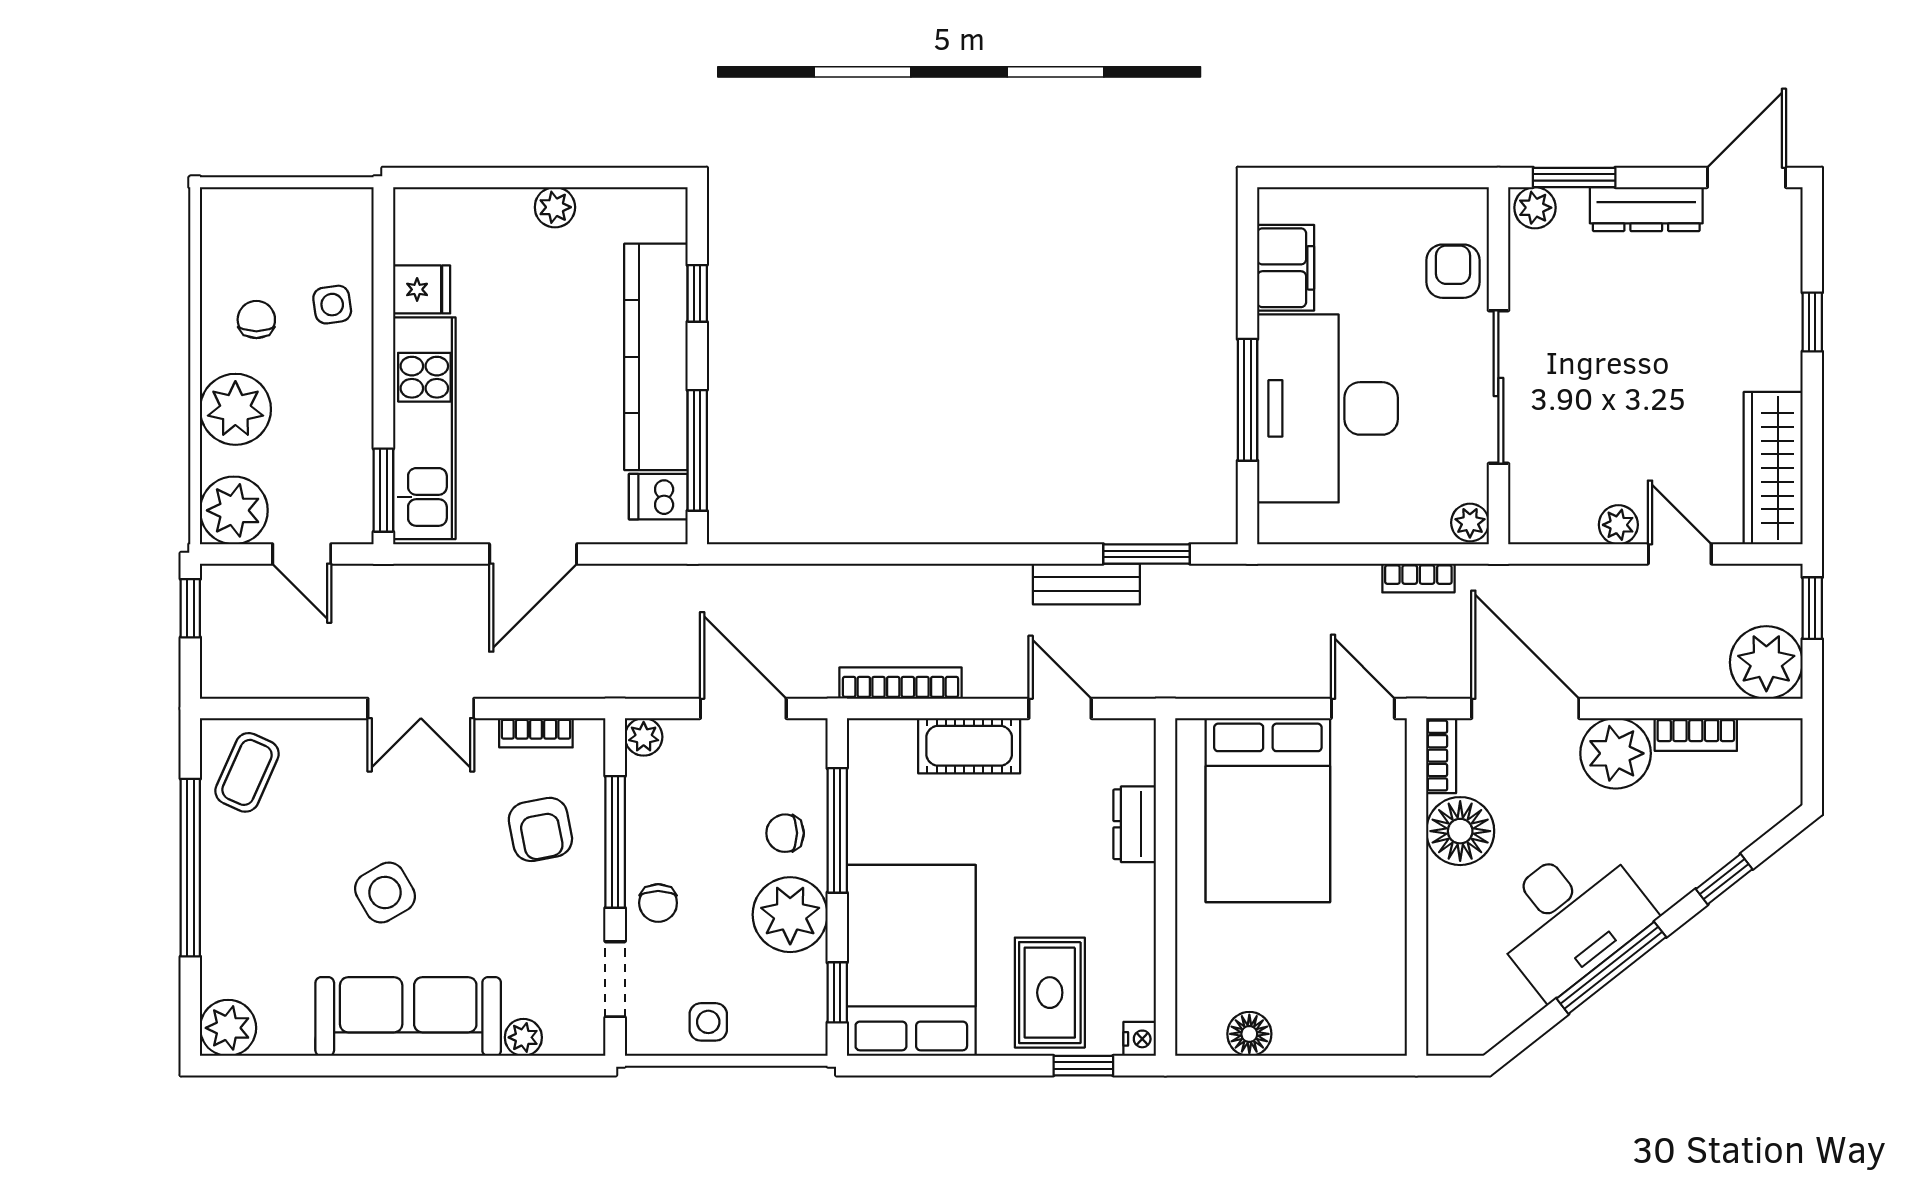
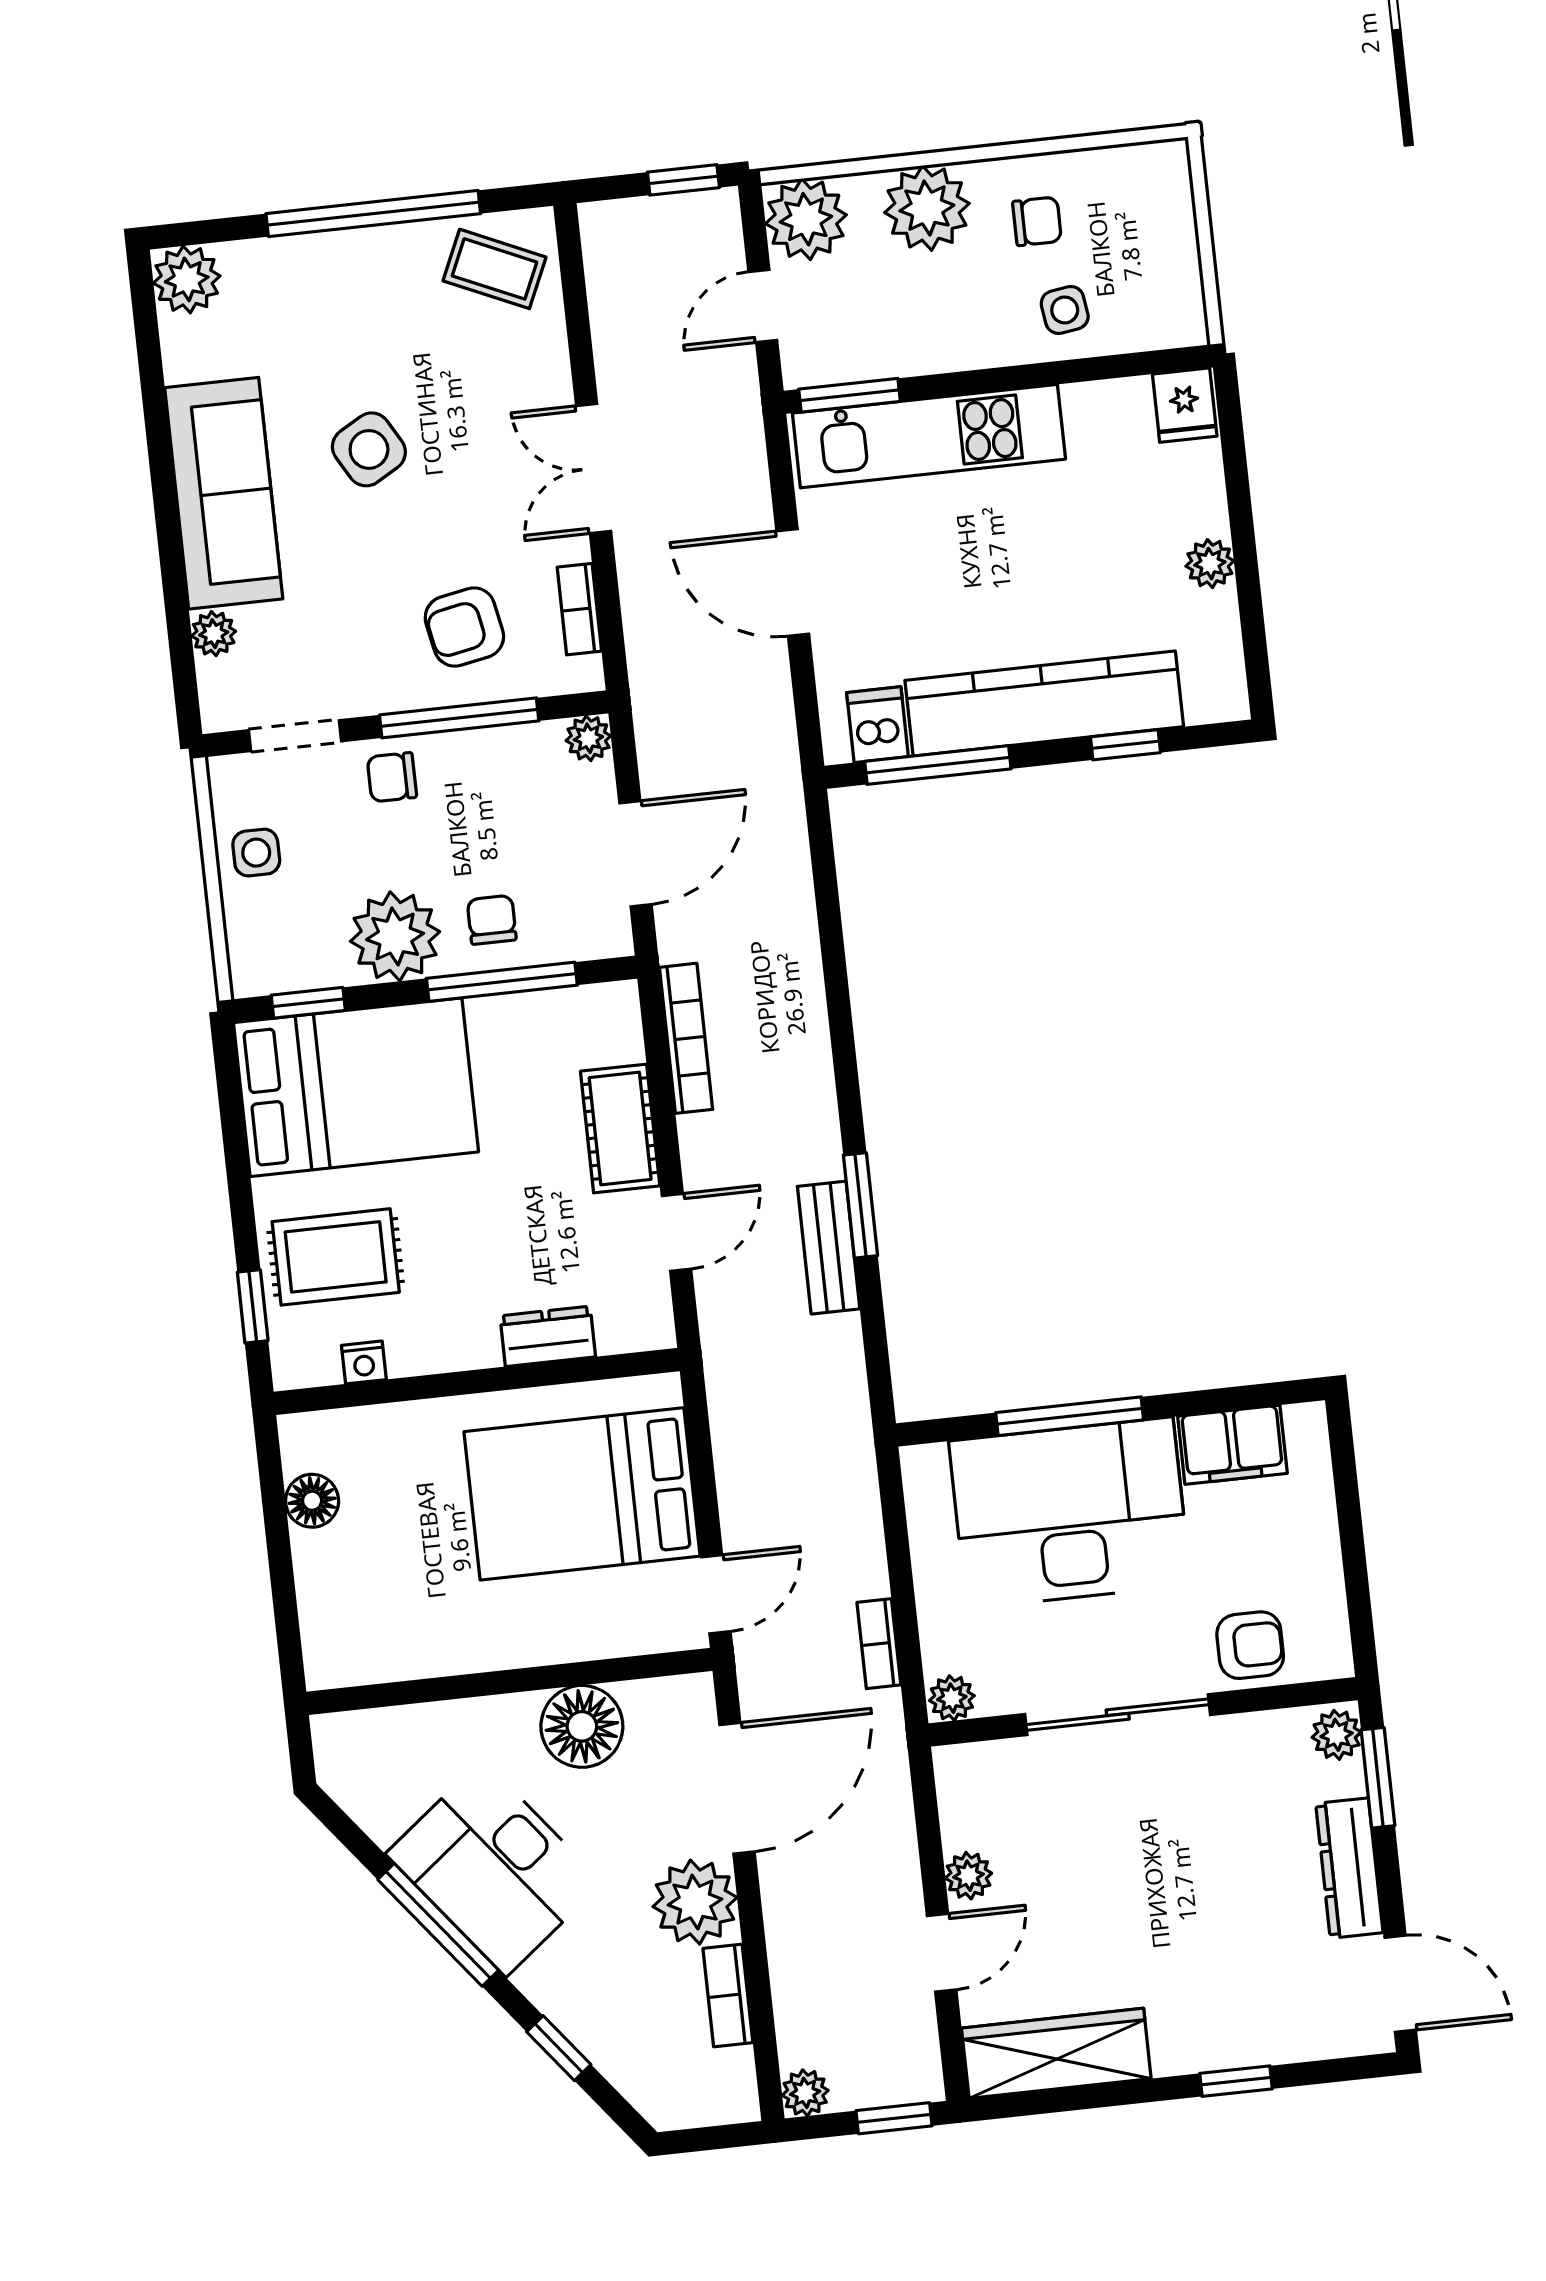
fridge: (422, 289) -> (1185, 405), moved
window: (1146, 554) -> (860, 1205), moved
plant: (1766, 662) -> (805, 2093), width x0.53, depth x0.53
bookcase: (1441, 756) -> (670, 1694), removed
nightstand: (1140, 1039) -> (364, 1362), moved

